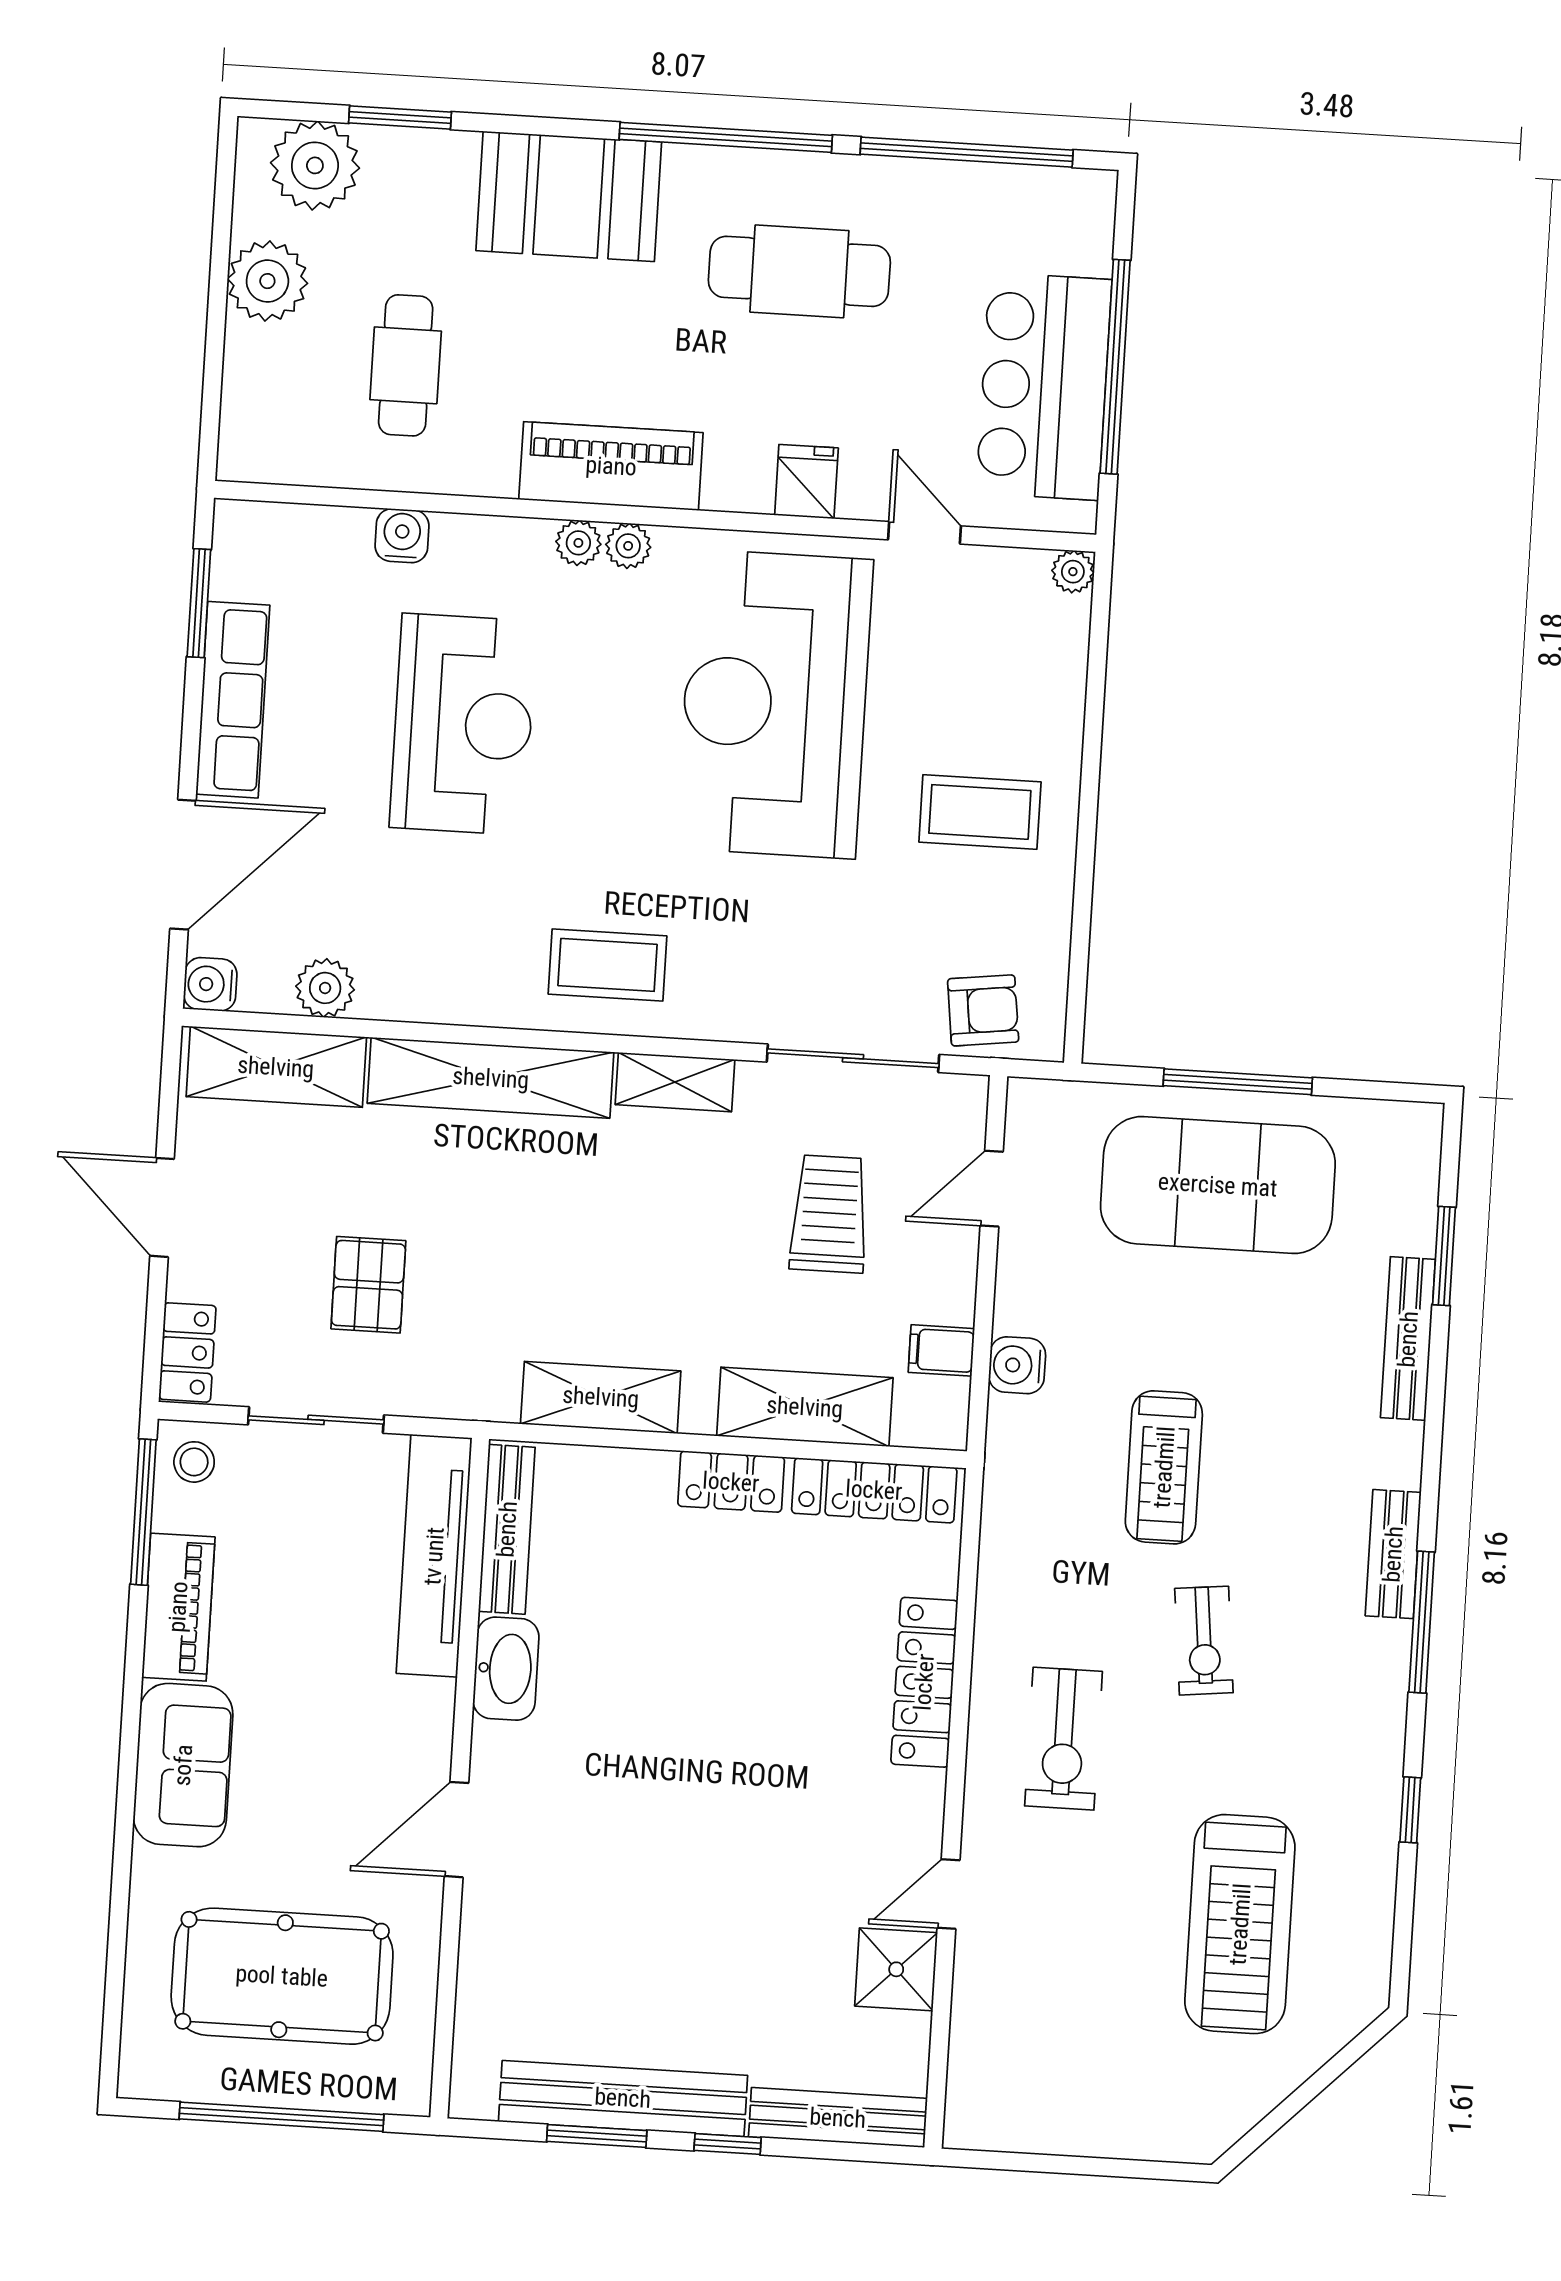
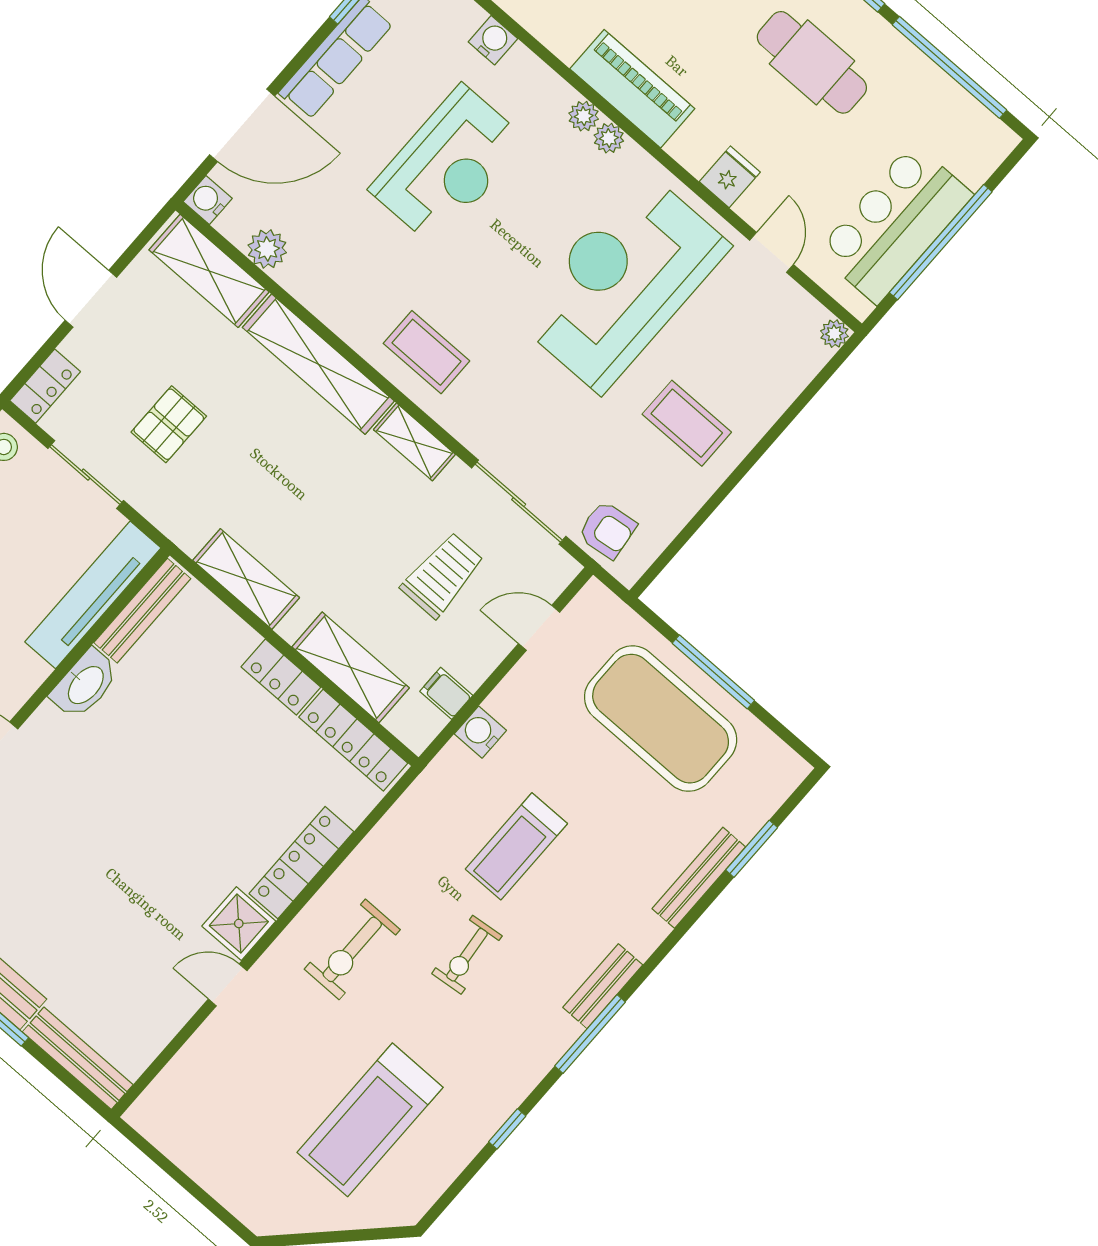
shower: (896, 1969) -> (239, 924), moved

